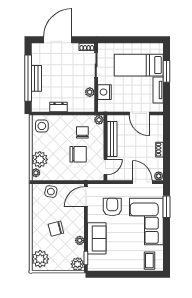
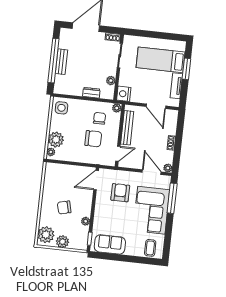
nightstand: (105, 92) -> (124, 94), moved
dresser: (58, 107) -> (91, 93), moved
side table: (51, 192) -> (63, 171), removed
window: (166, 207) -> (172, 198), width x1.44
sofa: (97, 238) -> (110, 244), moved, turned -90
plant: (78, 264) -> (62, 242), moved

